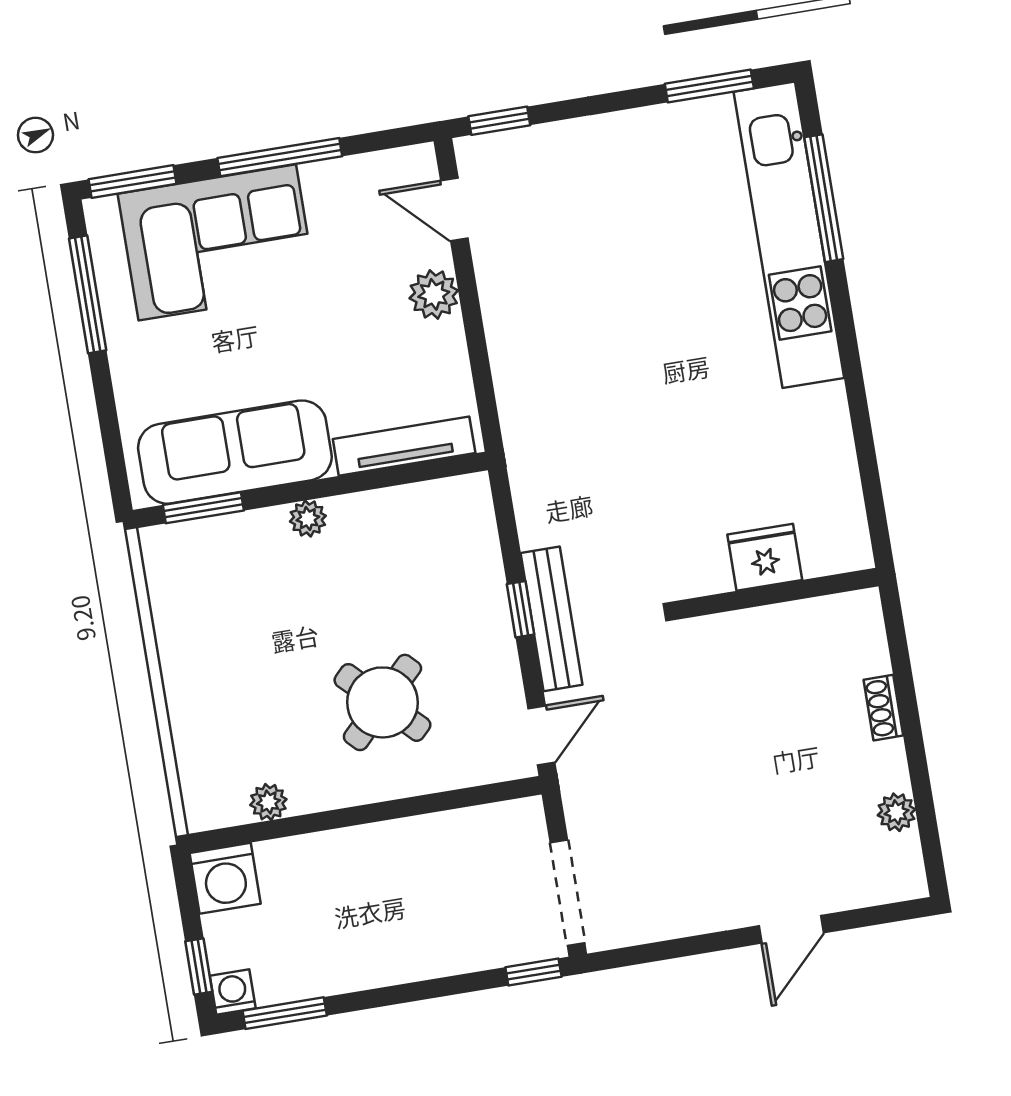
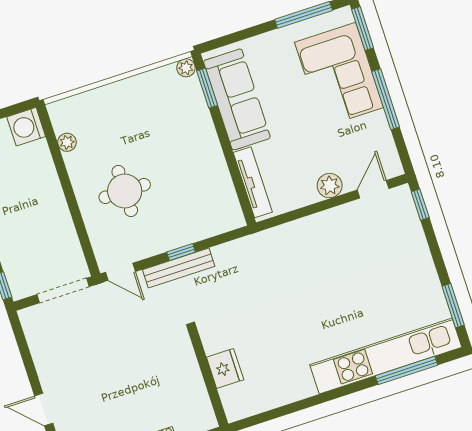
plant: (308, 519) -> (186, 68), moved
round table: (382, 702) -> (125, 191), turned 45
doorway: (567, 893) -> (63, 291), moved

